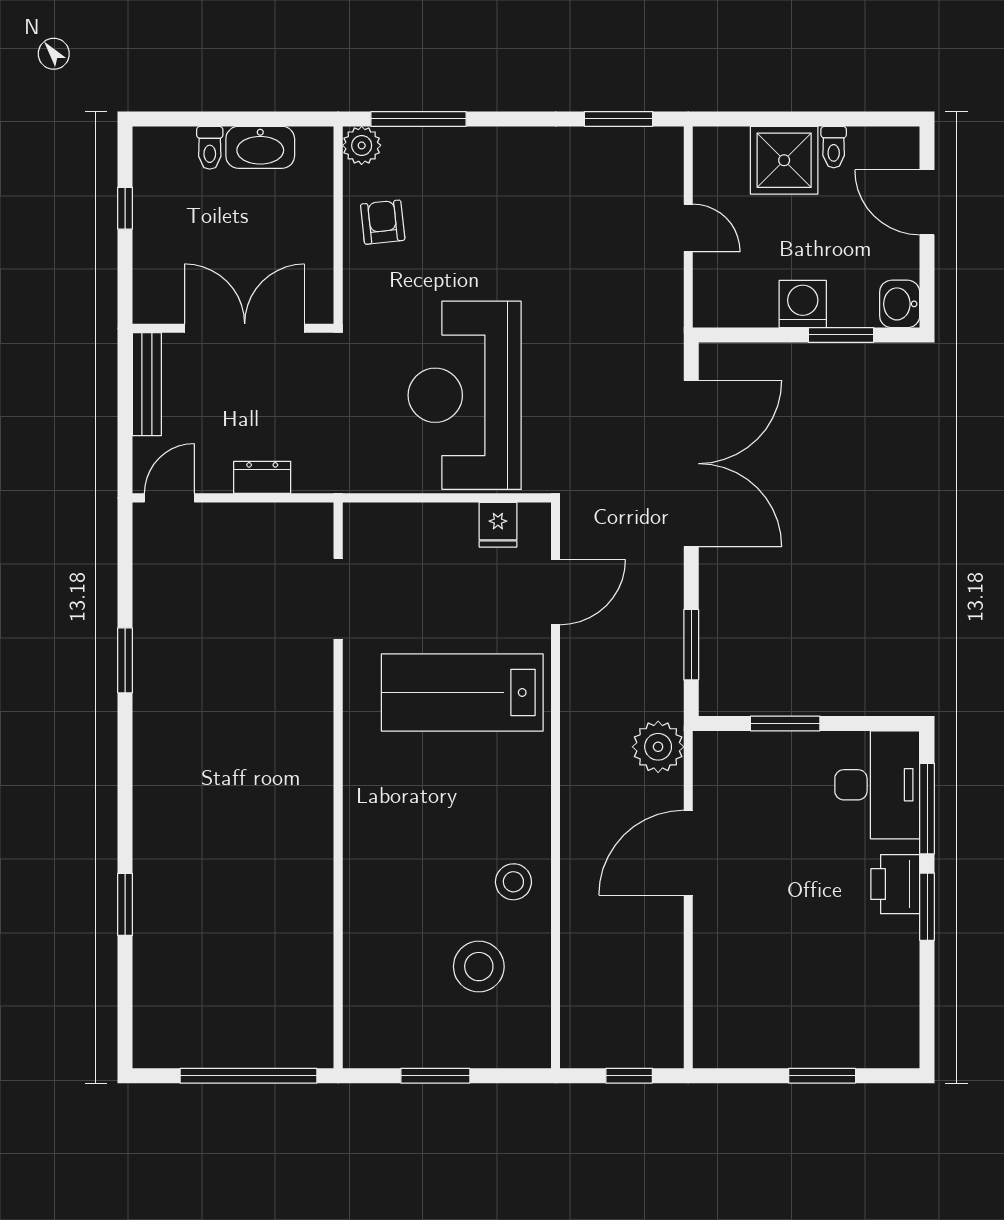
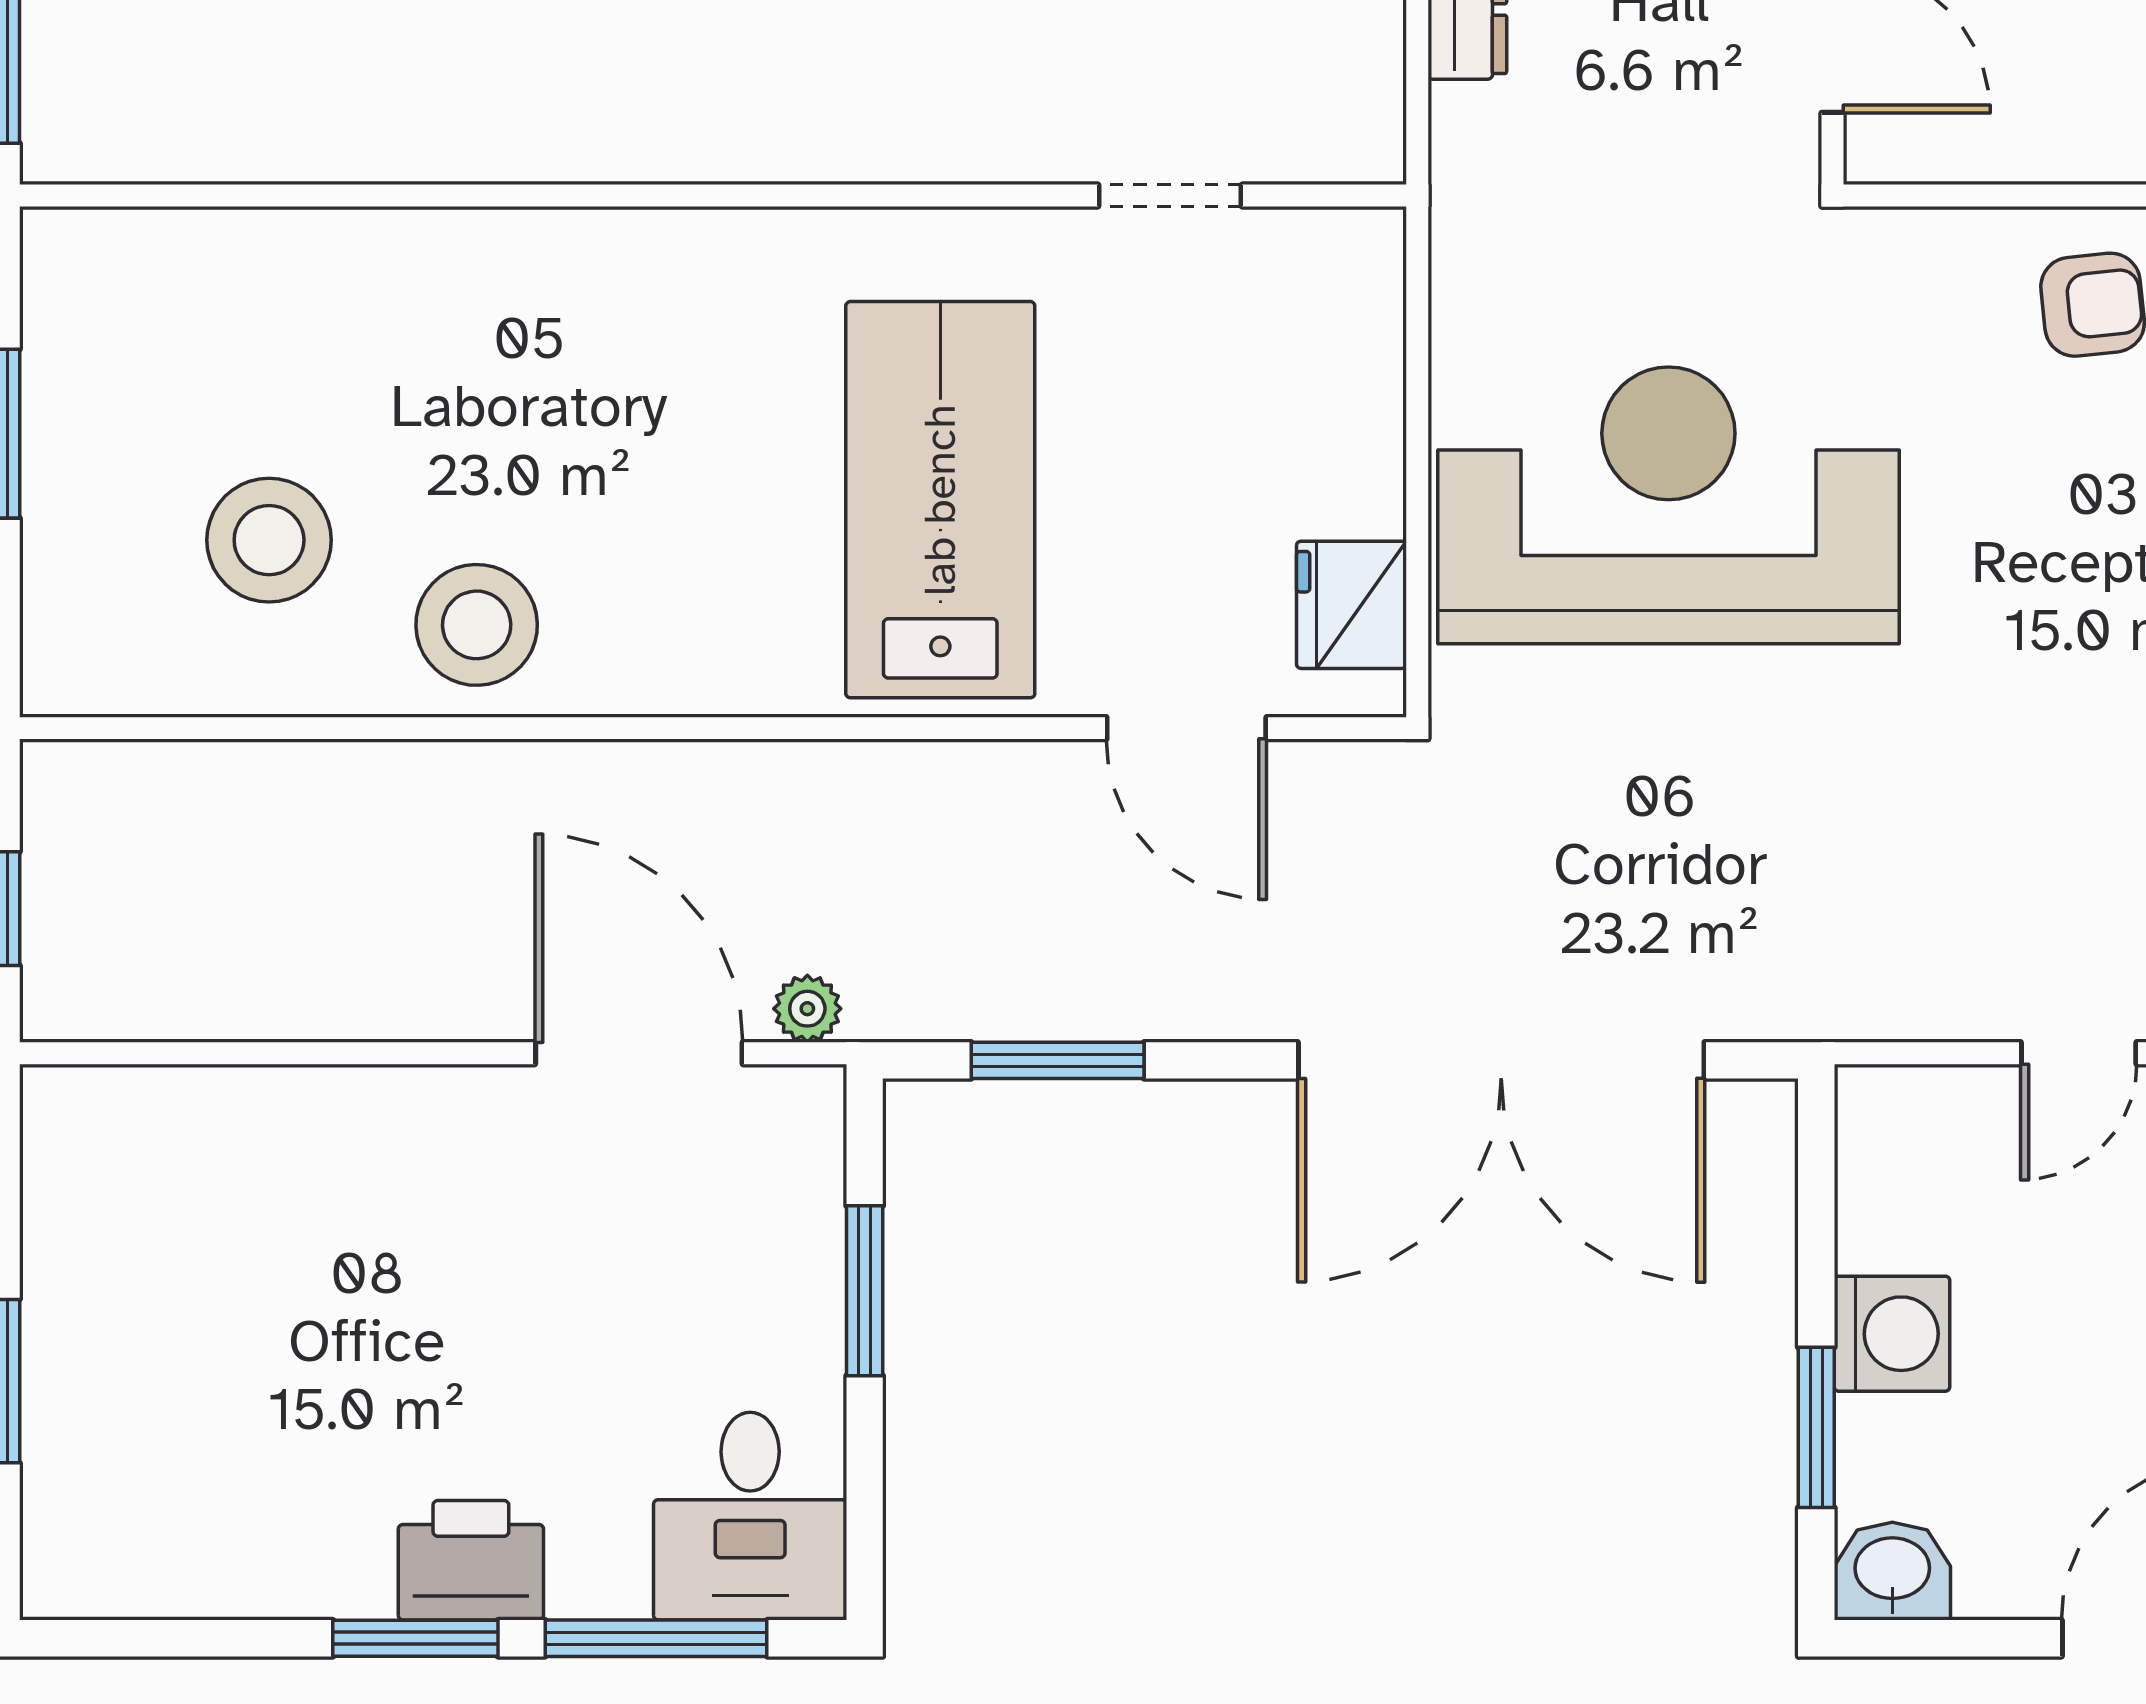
fridge: (498, 525) -> (1351, 605), width x1.38
doorway: (338, 599) -> (1170, 195), width x0.73
plant: (658, 747) -> (807, 1009), width x0.53, depth x0.53
desk: (877, 785) -> (750, 1516), width x0.73
door: (688, 853) -> (639, 1053), moved
stool: (513, 882) -> (477, 625), width x1.38, depth x1.38

